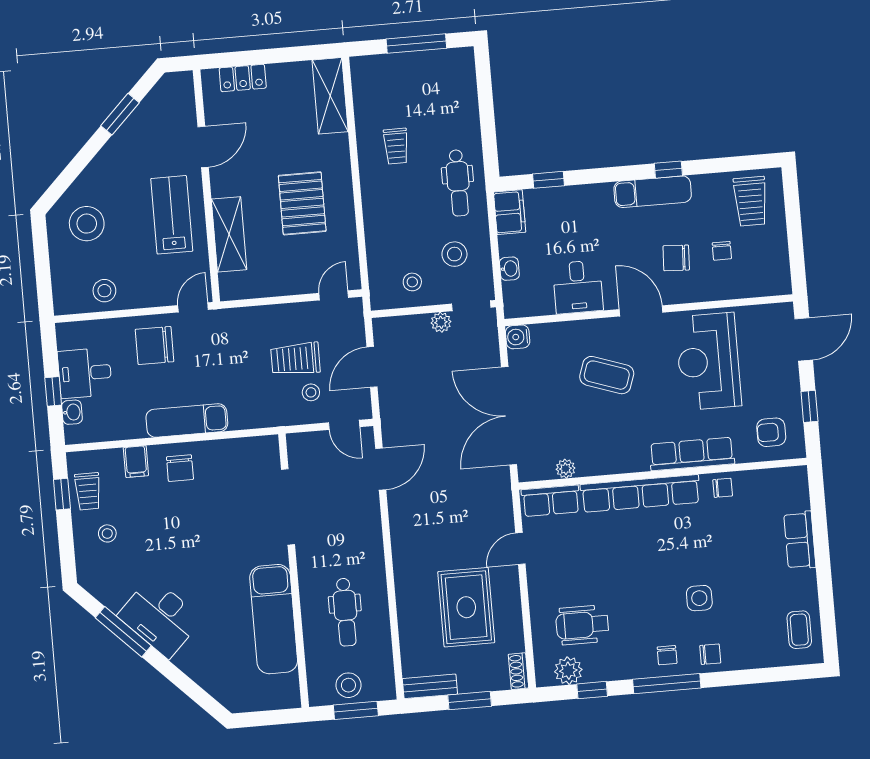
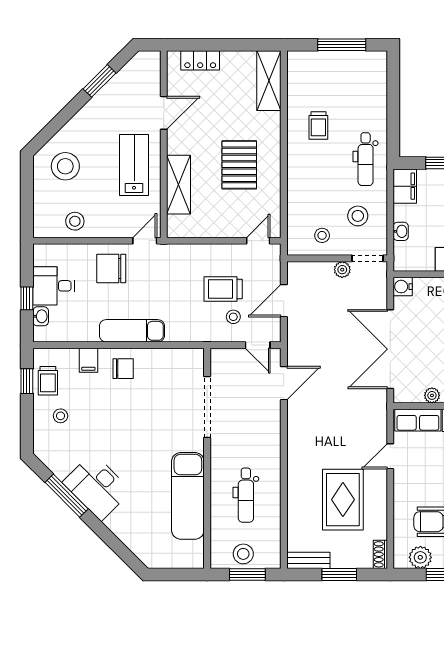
chair: (180, 468) -> (123, 369), turned -90

